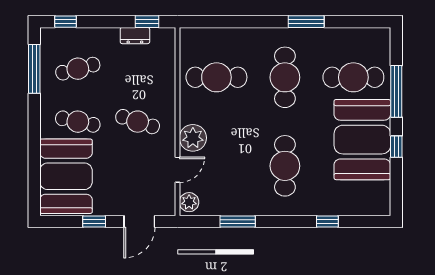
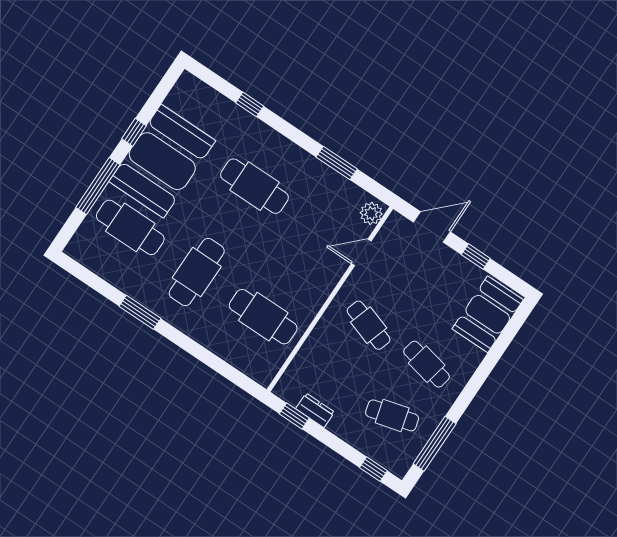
plant: (193, 138) -> (326, 273), removed
cafe table: (285, 166) -> (254, 186), turned 90
booth: (66, 176) -> (488, 314), width x0.73, depth x0.70

